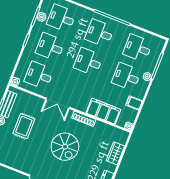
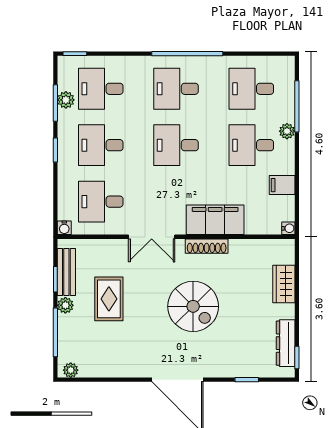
filing cabinet: (103, 111) -> (215, 220), moved

